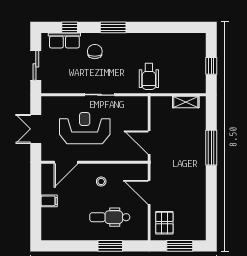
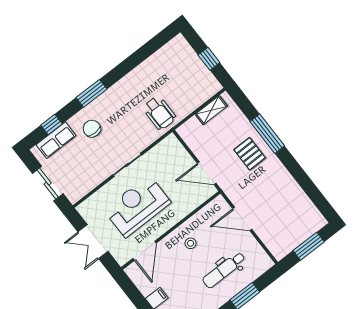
pallet: (164, 223) -> (250, 154), moved

